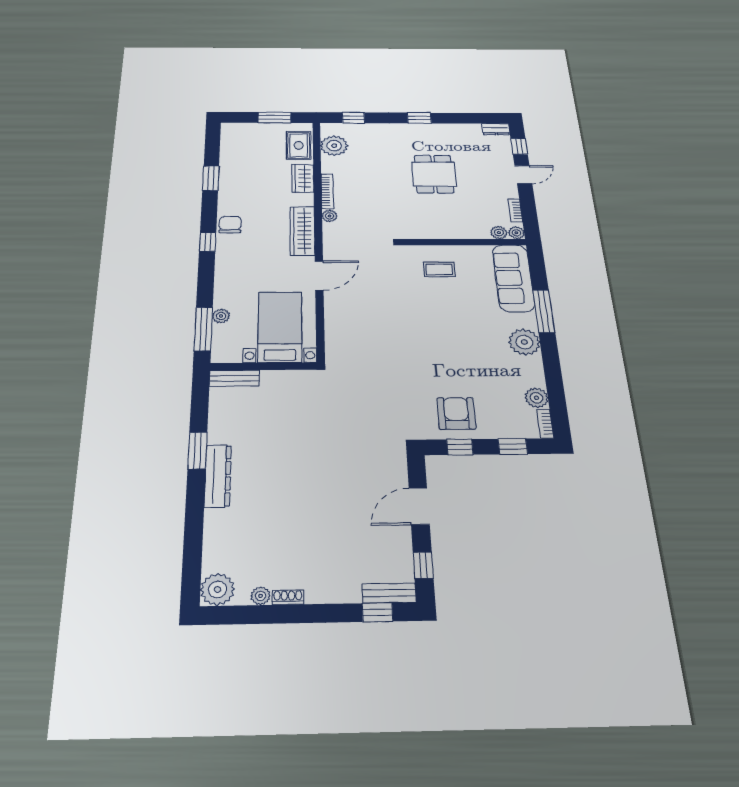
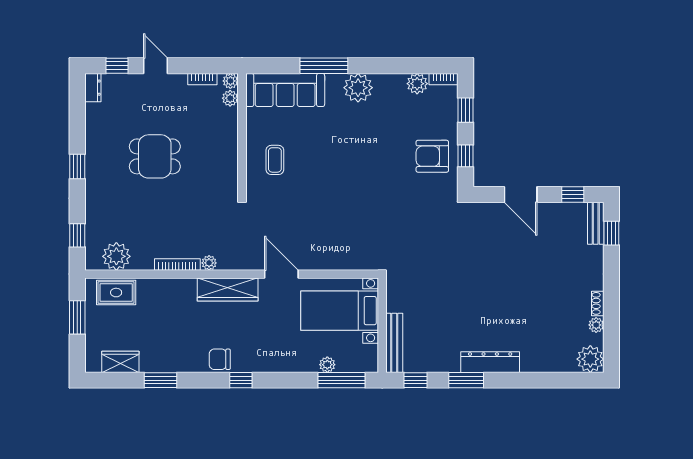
wardrobe: (303, 178) -> (120, 362), moved, turned 180
bench: (234, 378) -> (394, 343), width x1.36
window: (200, 399) -> (415, 380), added

